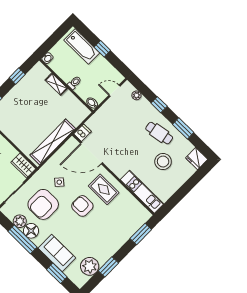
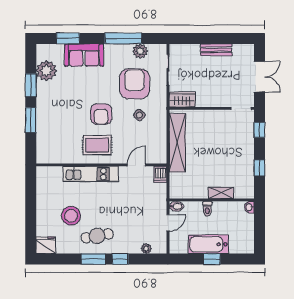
bathtub: (82, 47) -> (208, 244), moved
door: (114, 91) -> (168, 223), moved
window: (183, 128) -> (93, 259), moved
door: (92, 153) -> (136, 165), width x0.53
kitchen unit: (142, 192) -> (91, 174), moved
armchair: (82, 206) -> (101, 114), turned 90
floor lamp: (31, 231) -> (123, 52), removed
window: (141, 234) -> (31, 120), moved

